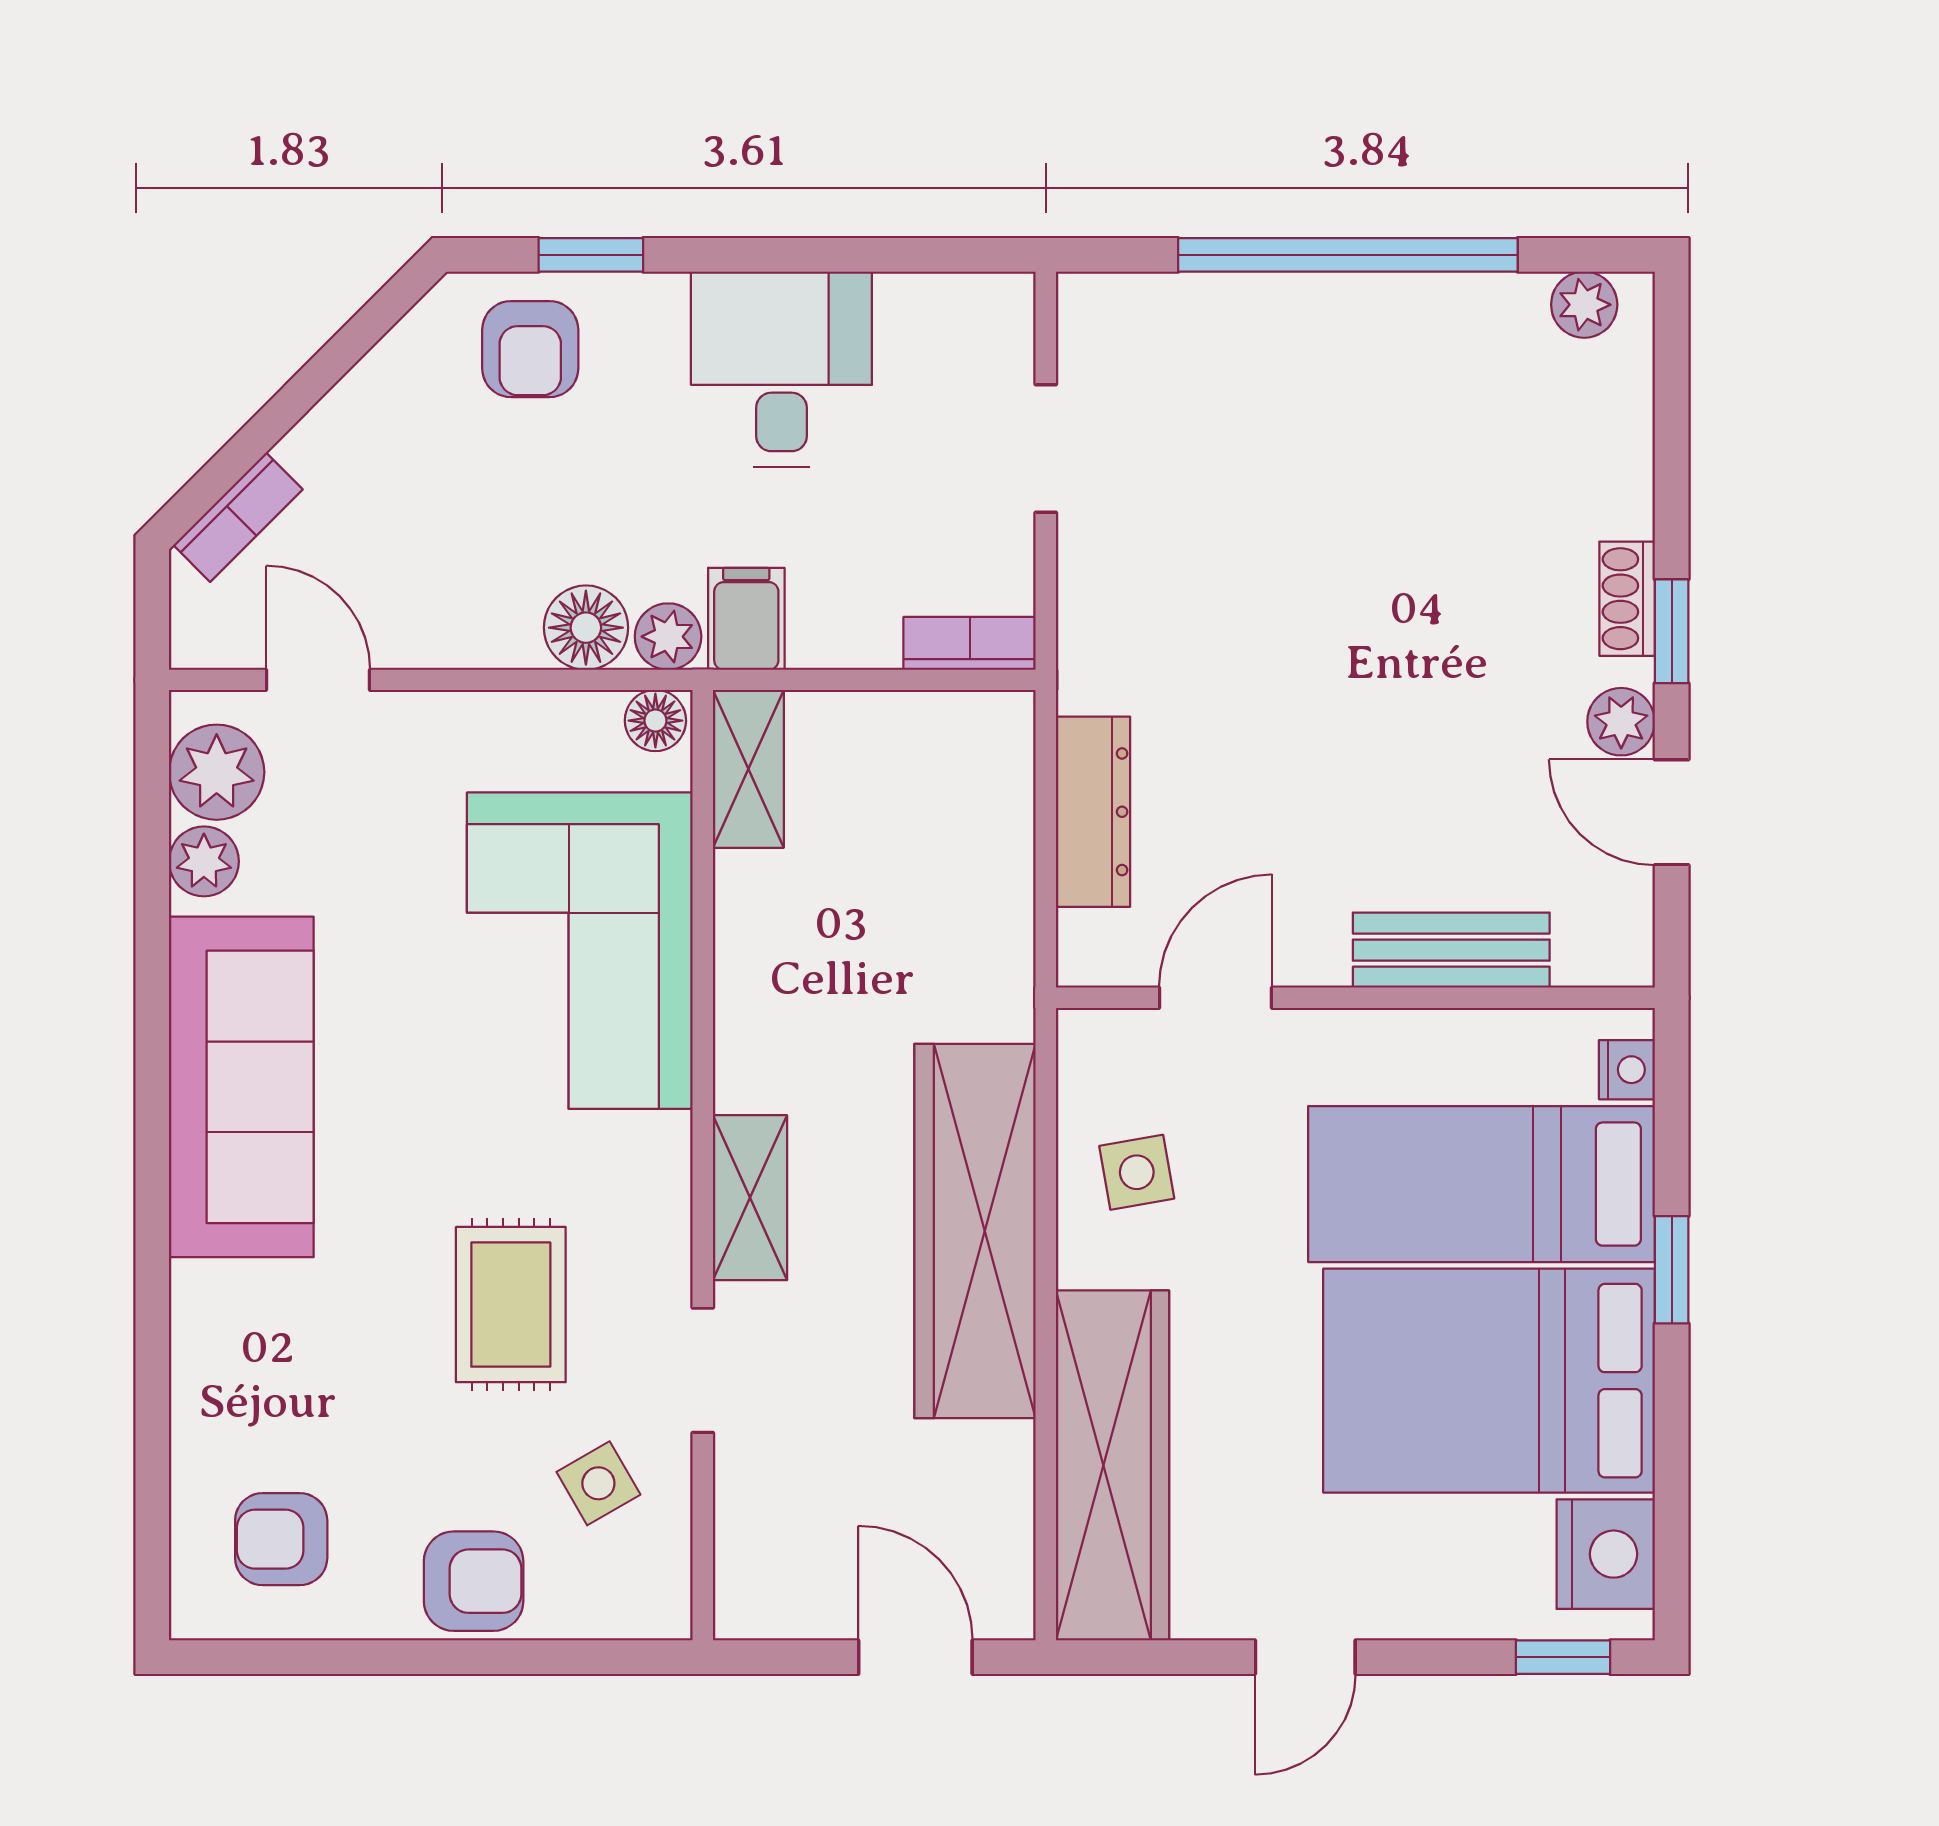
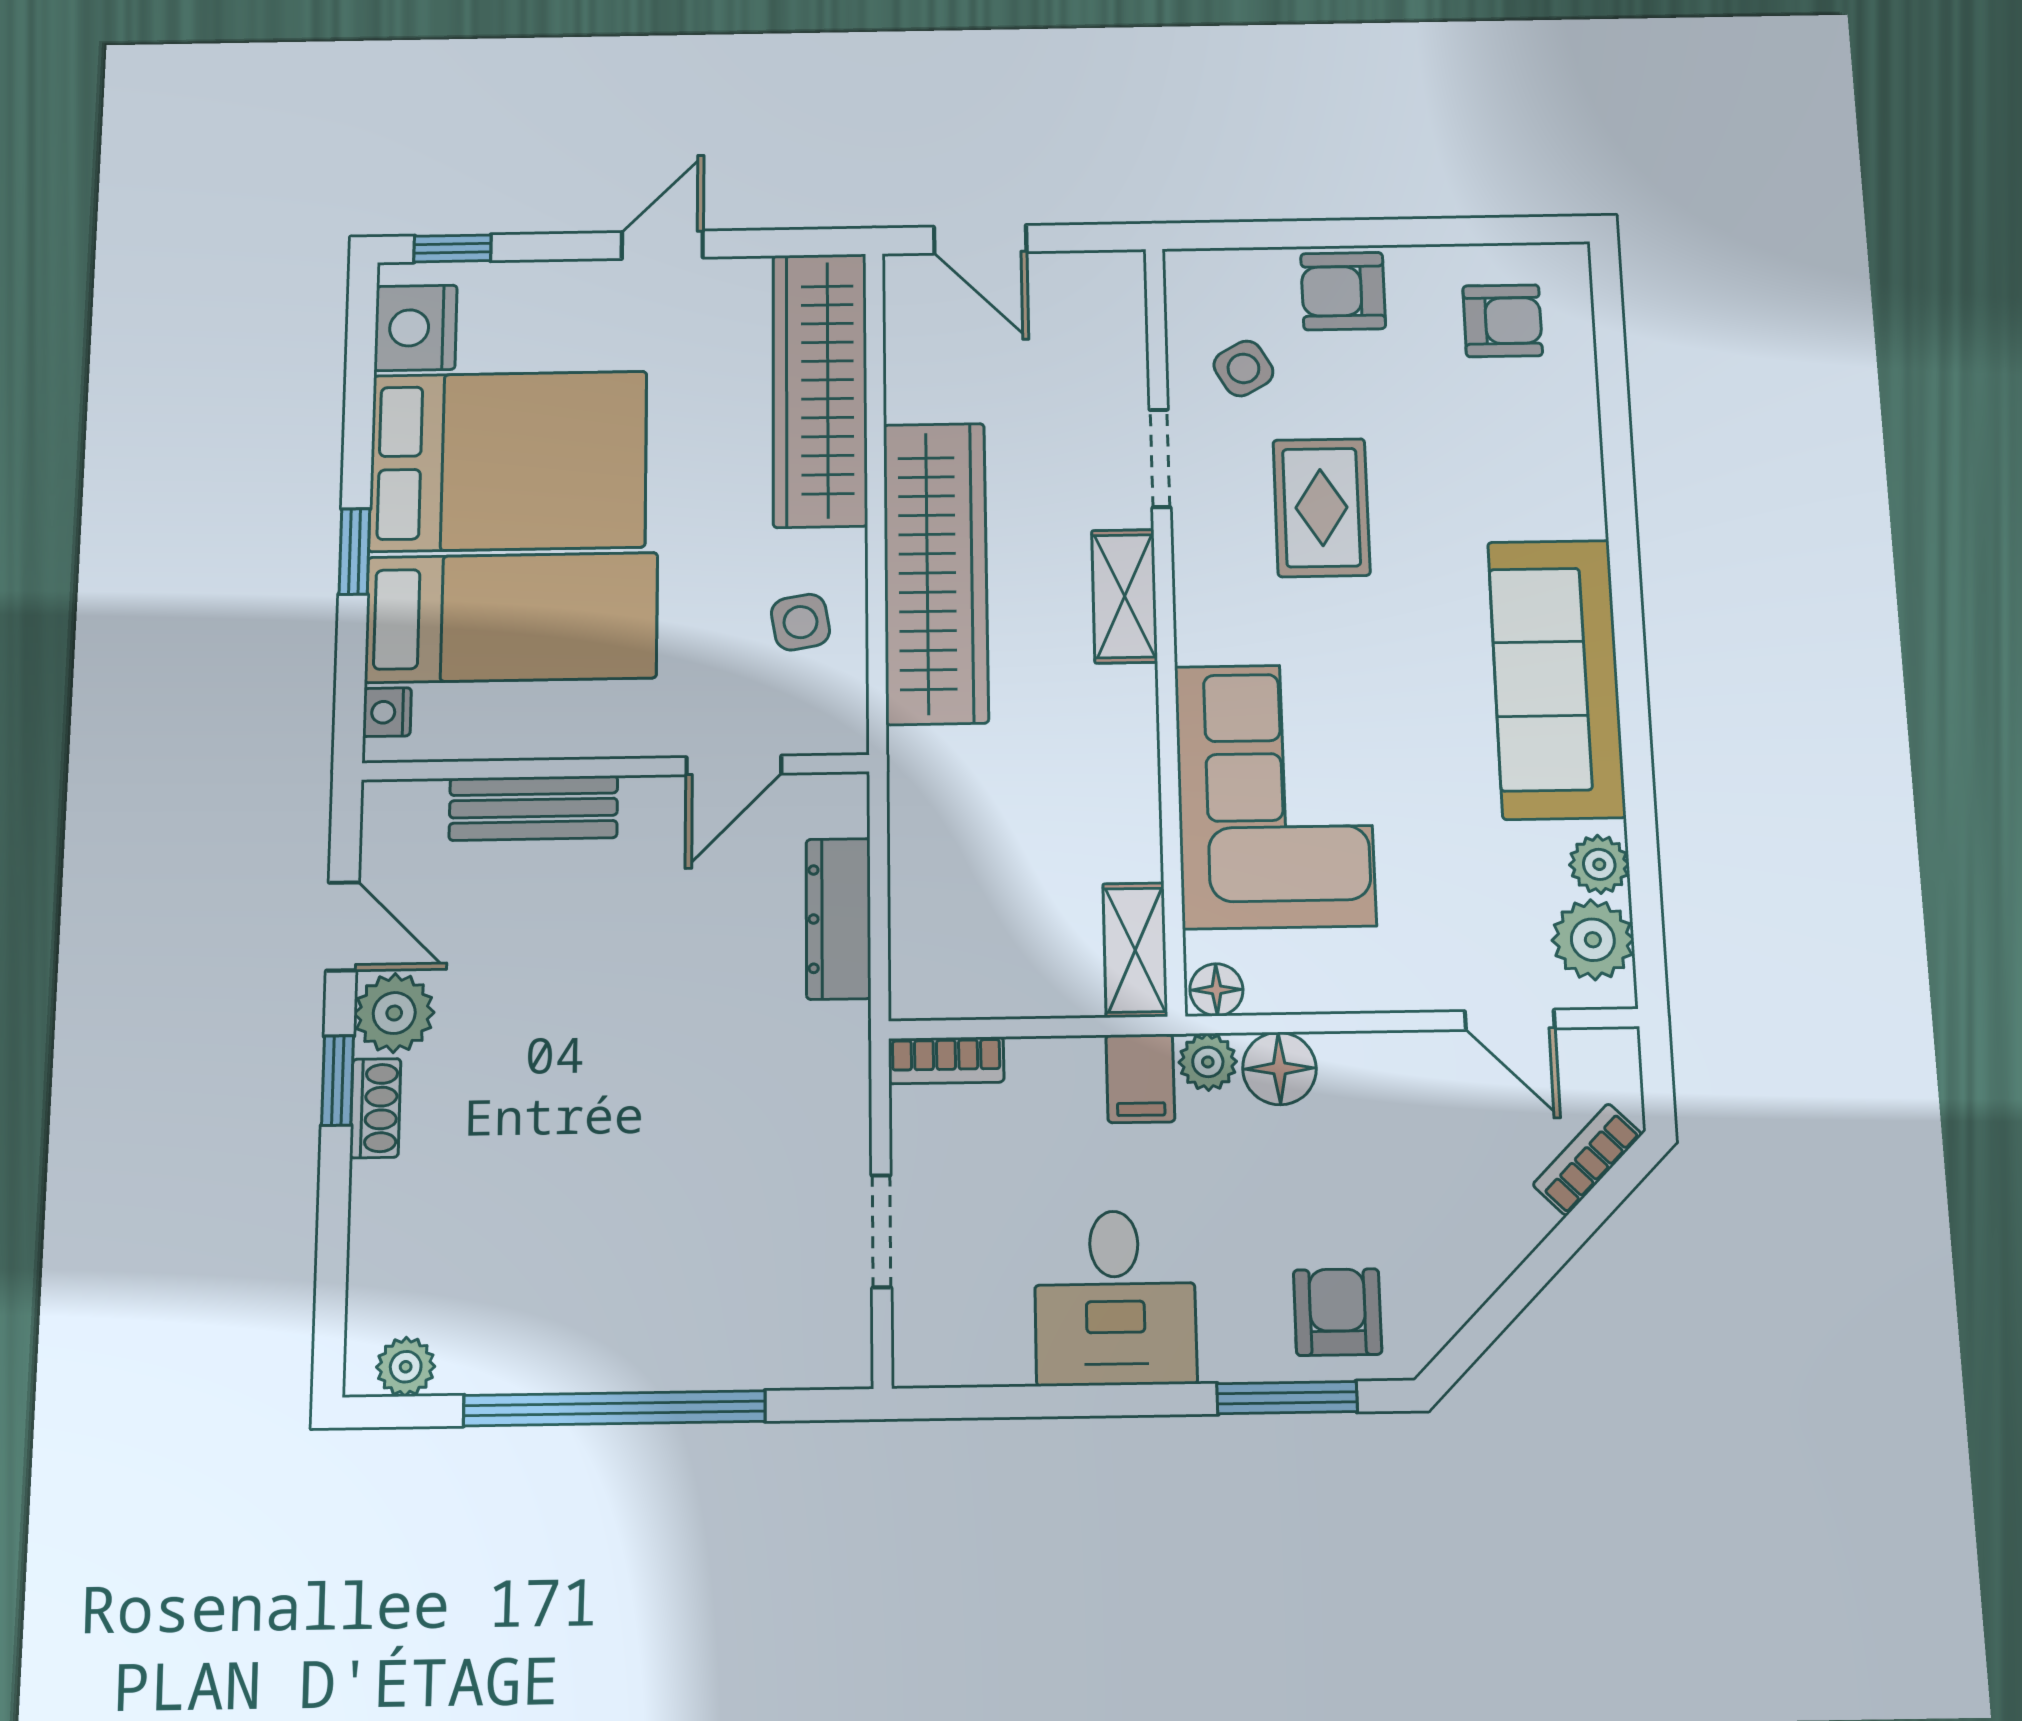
window: (591, 255) -> (1287, 1398), width x1.50
plant: (1621, 722) -> (394, 1013), width x1.38, depth x1.38

